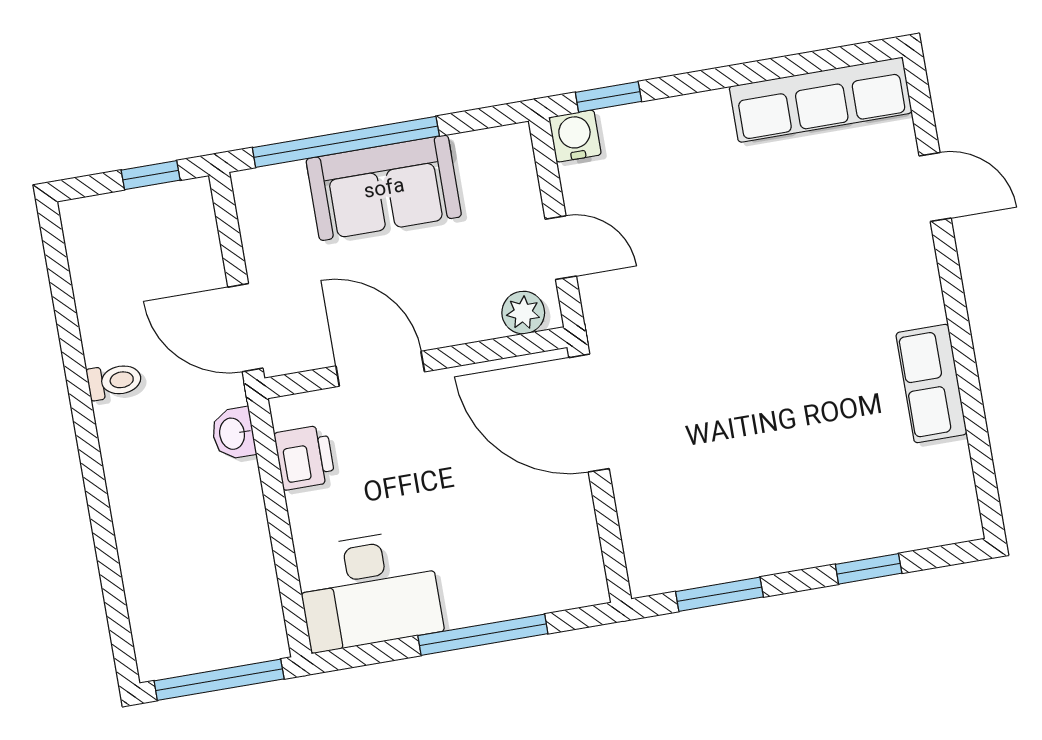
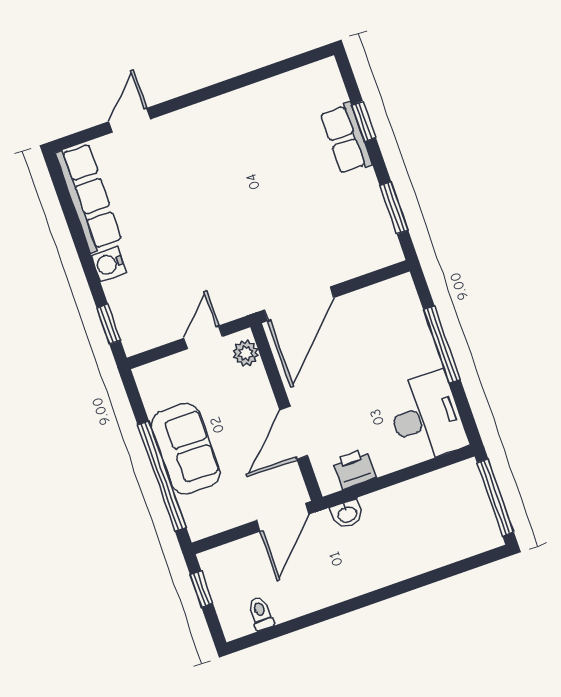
water cooler: (575, 136) -> (109, 264), moved
toilet: (114, 381) -> (261, 613), moved
row of seats: (931, 384) -> (346, 138), moved, turned 90

